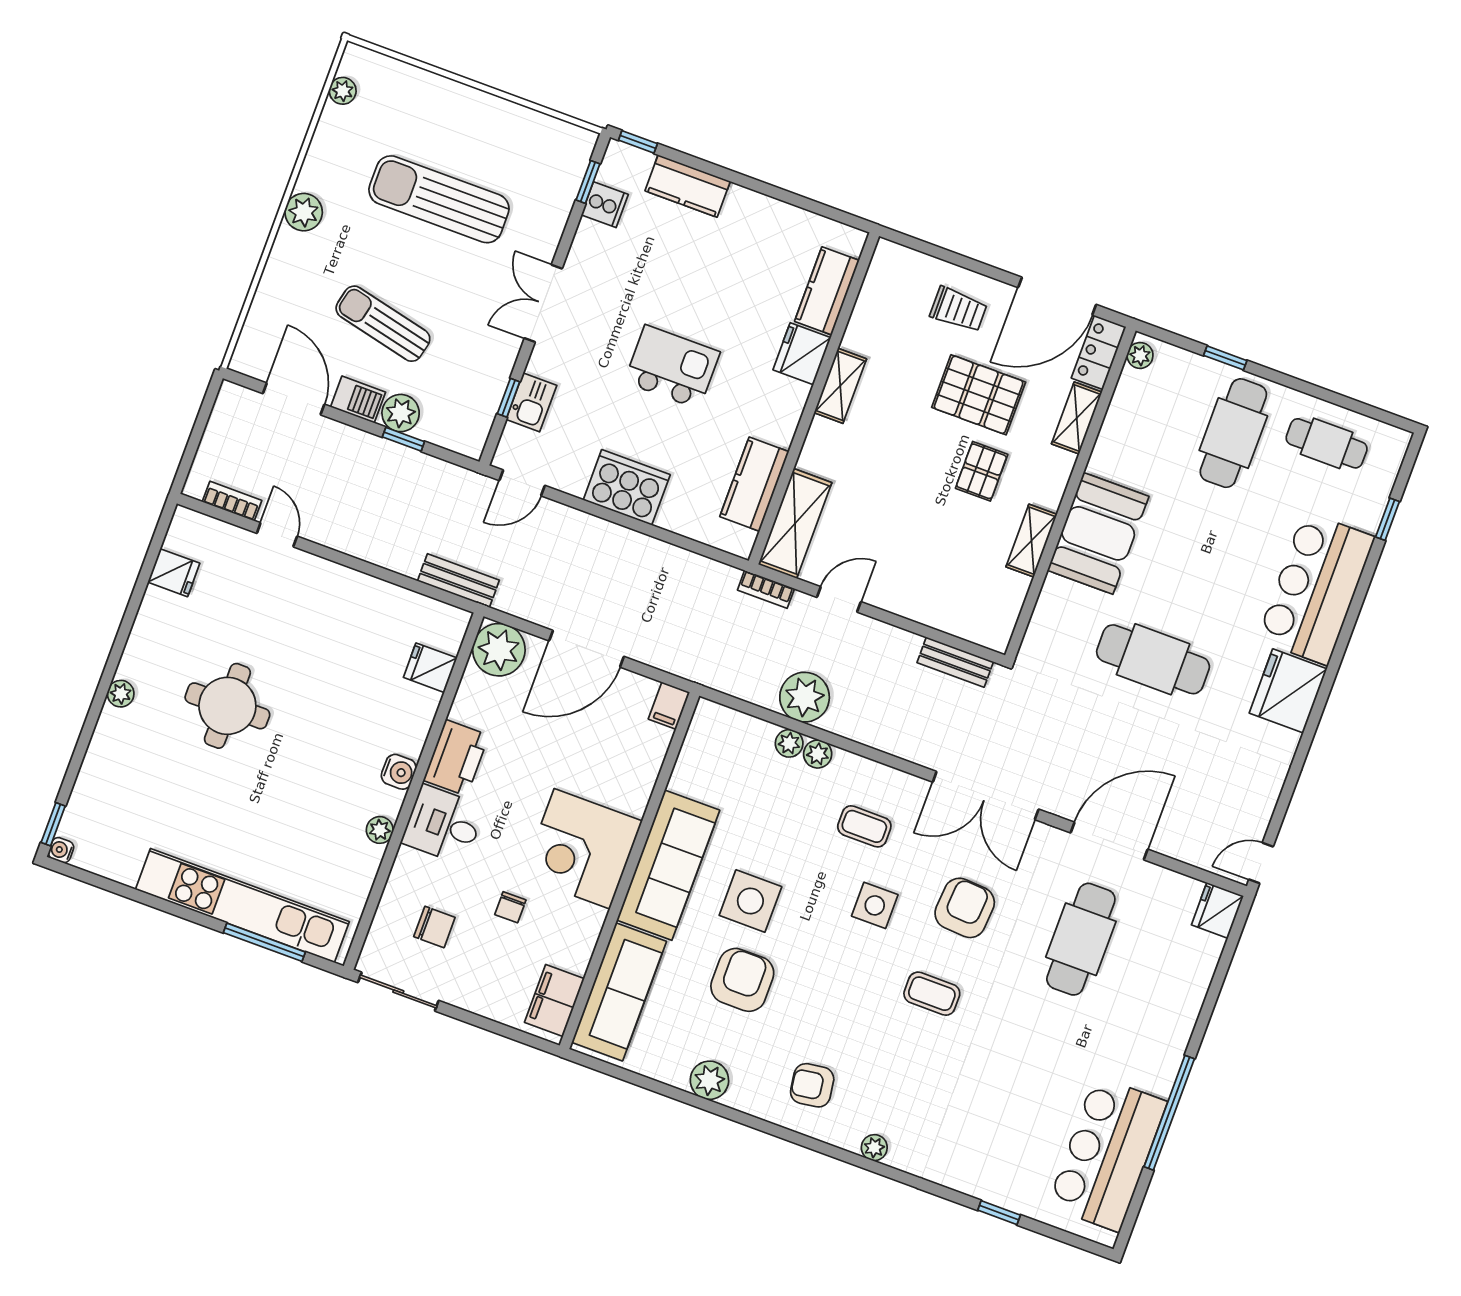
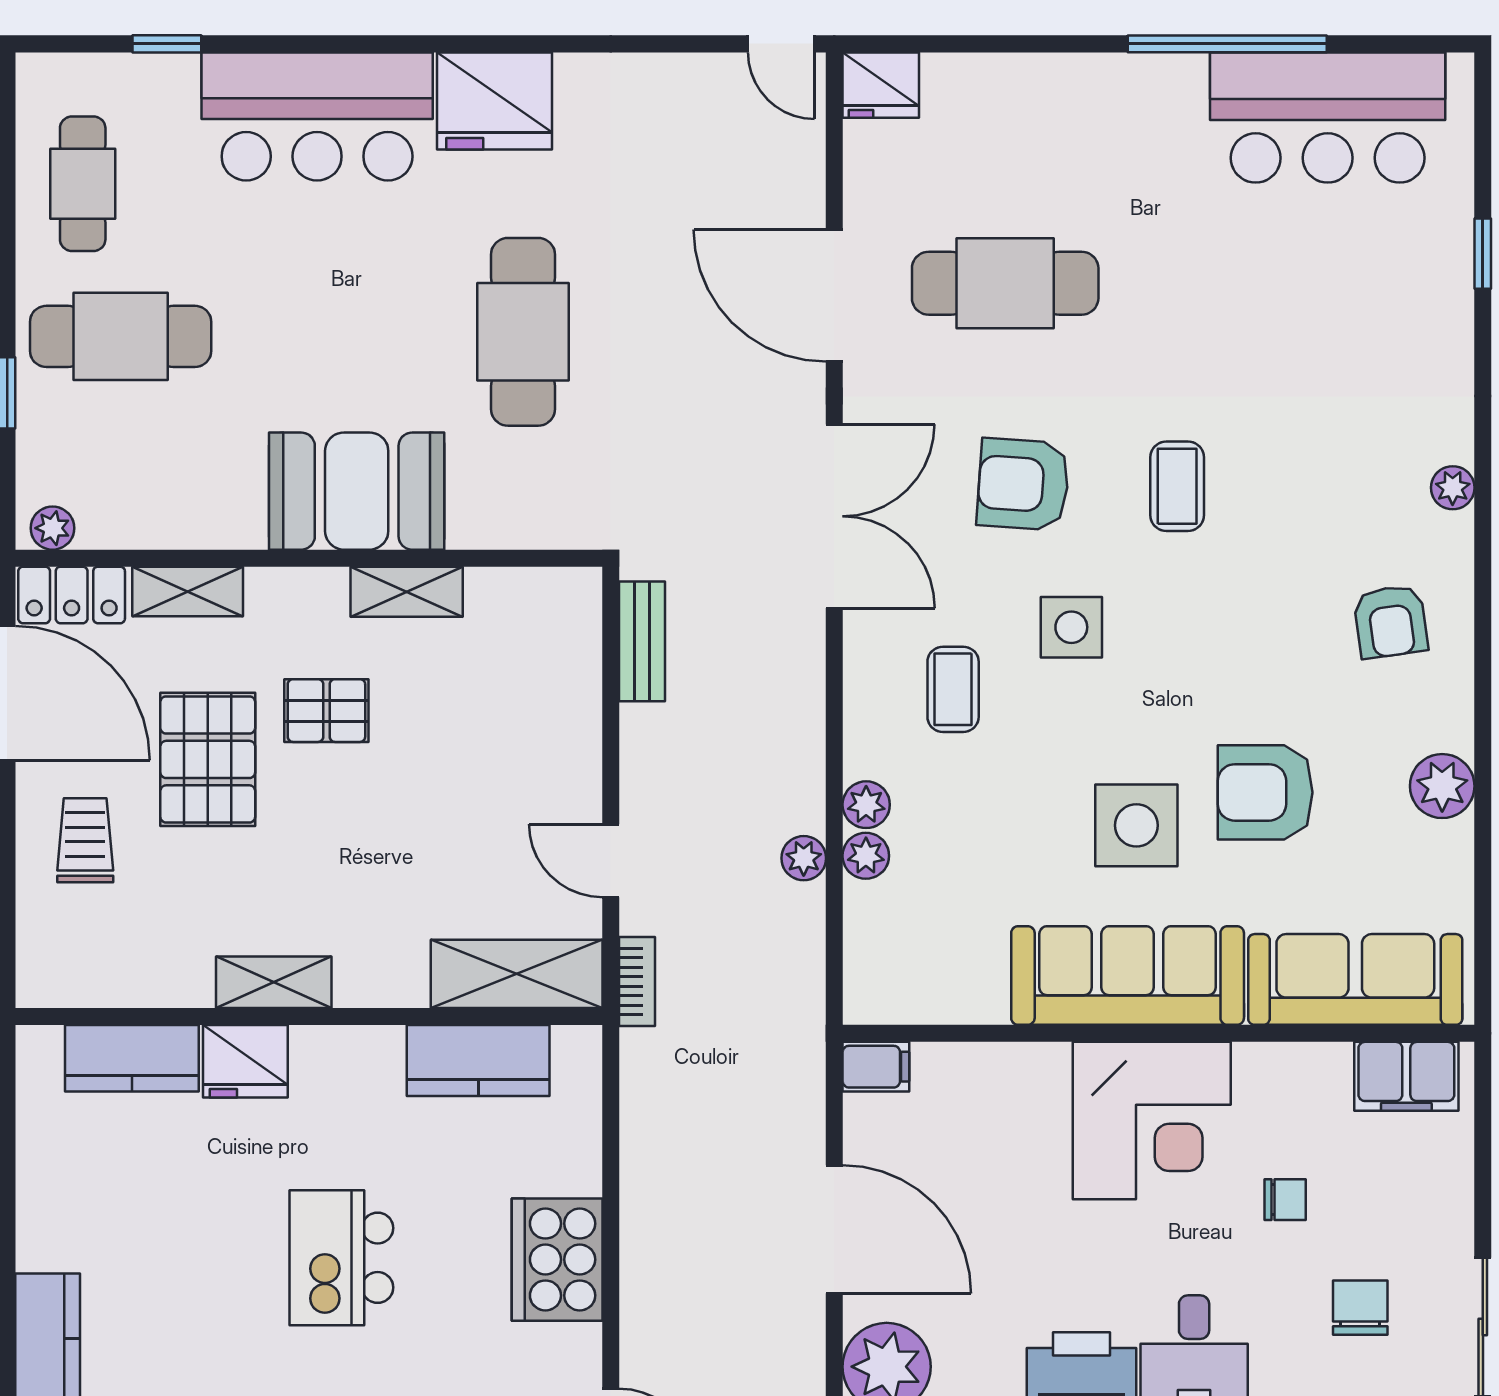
plant: (805, 697) -> (804, 858), width x0.53, depth x0.53

